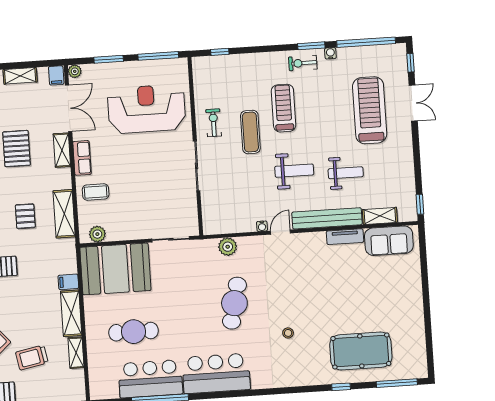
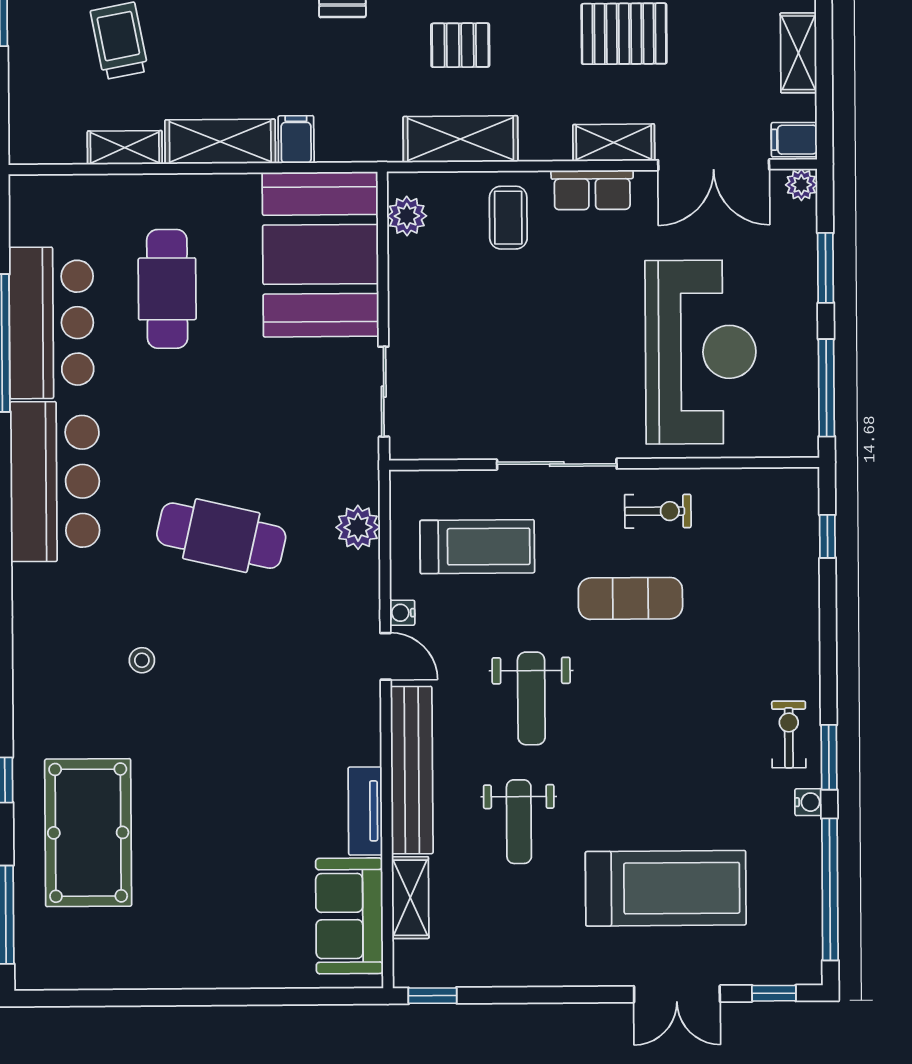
treadmill: (284, 108) -> (477, 547), moved

